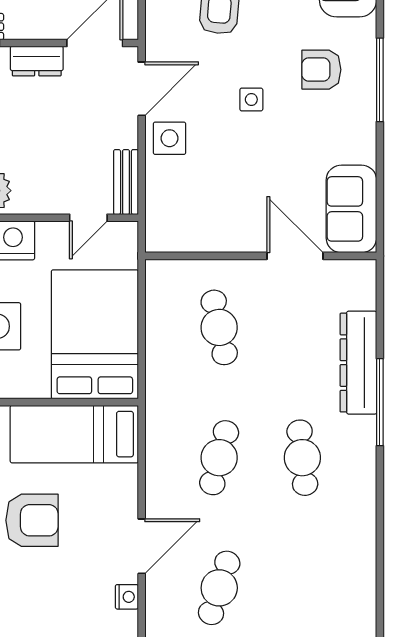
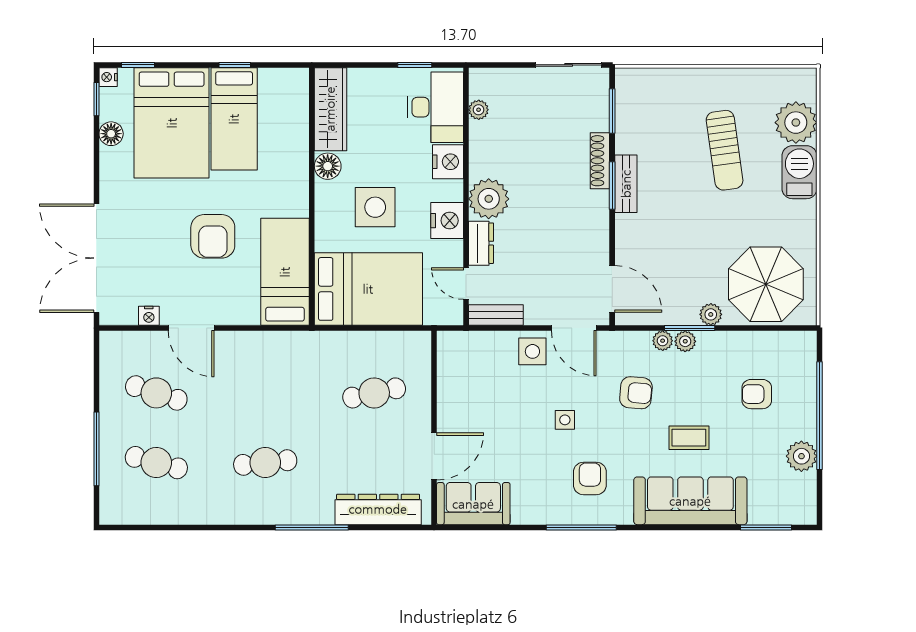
dresser: (37, 61) -> (481, 243), moved, turned 180
dresser: (358, 363) -> (378, 509), moved
cafe table: (219, 458) -> (156, 463), moved

